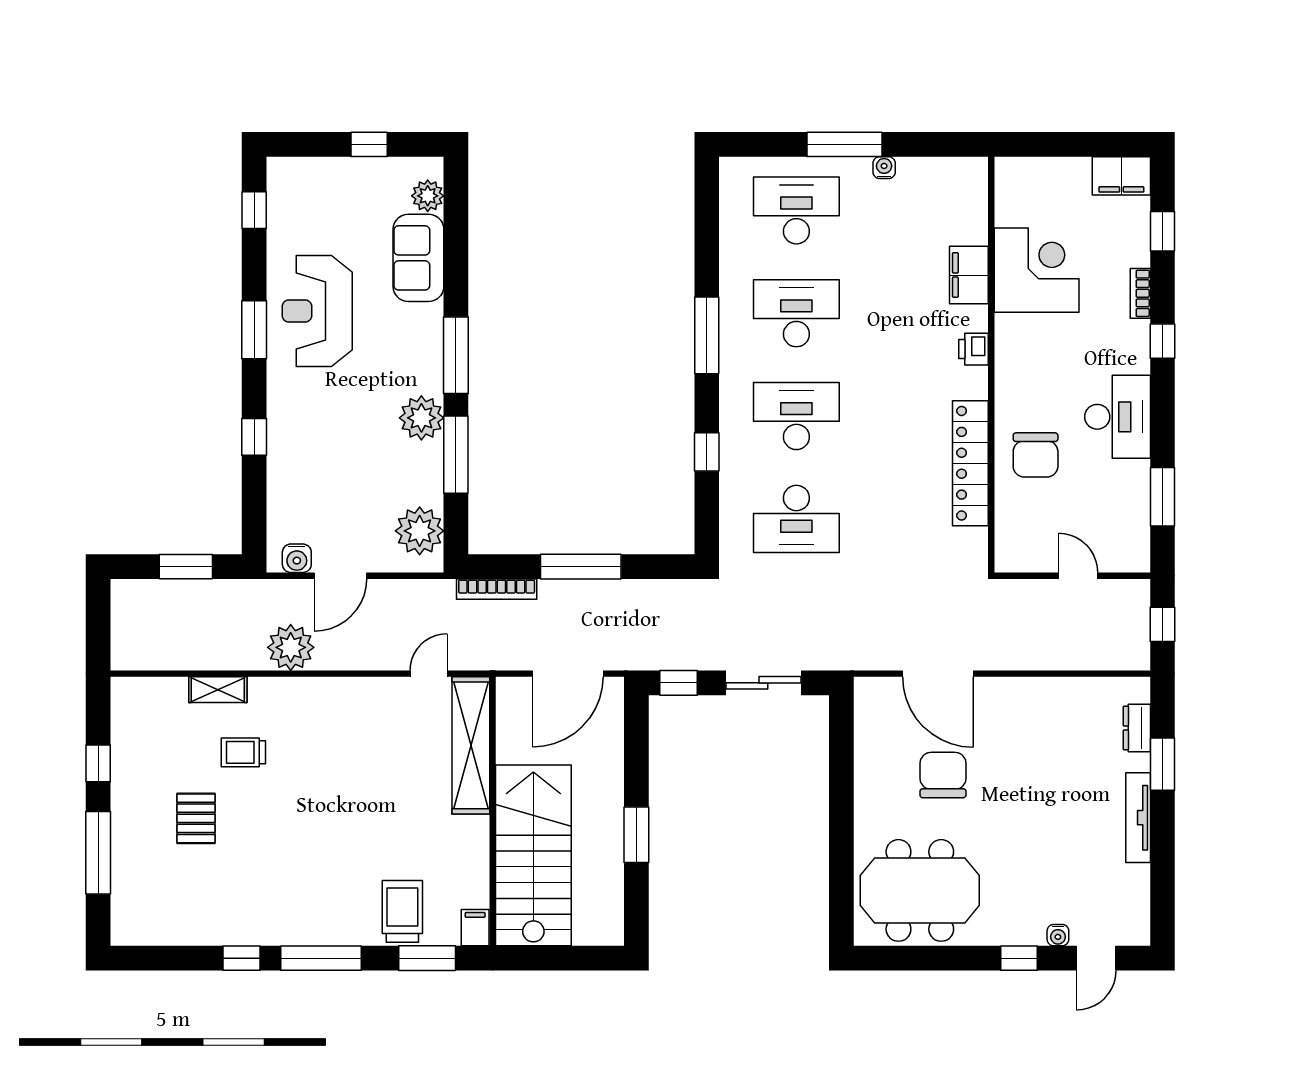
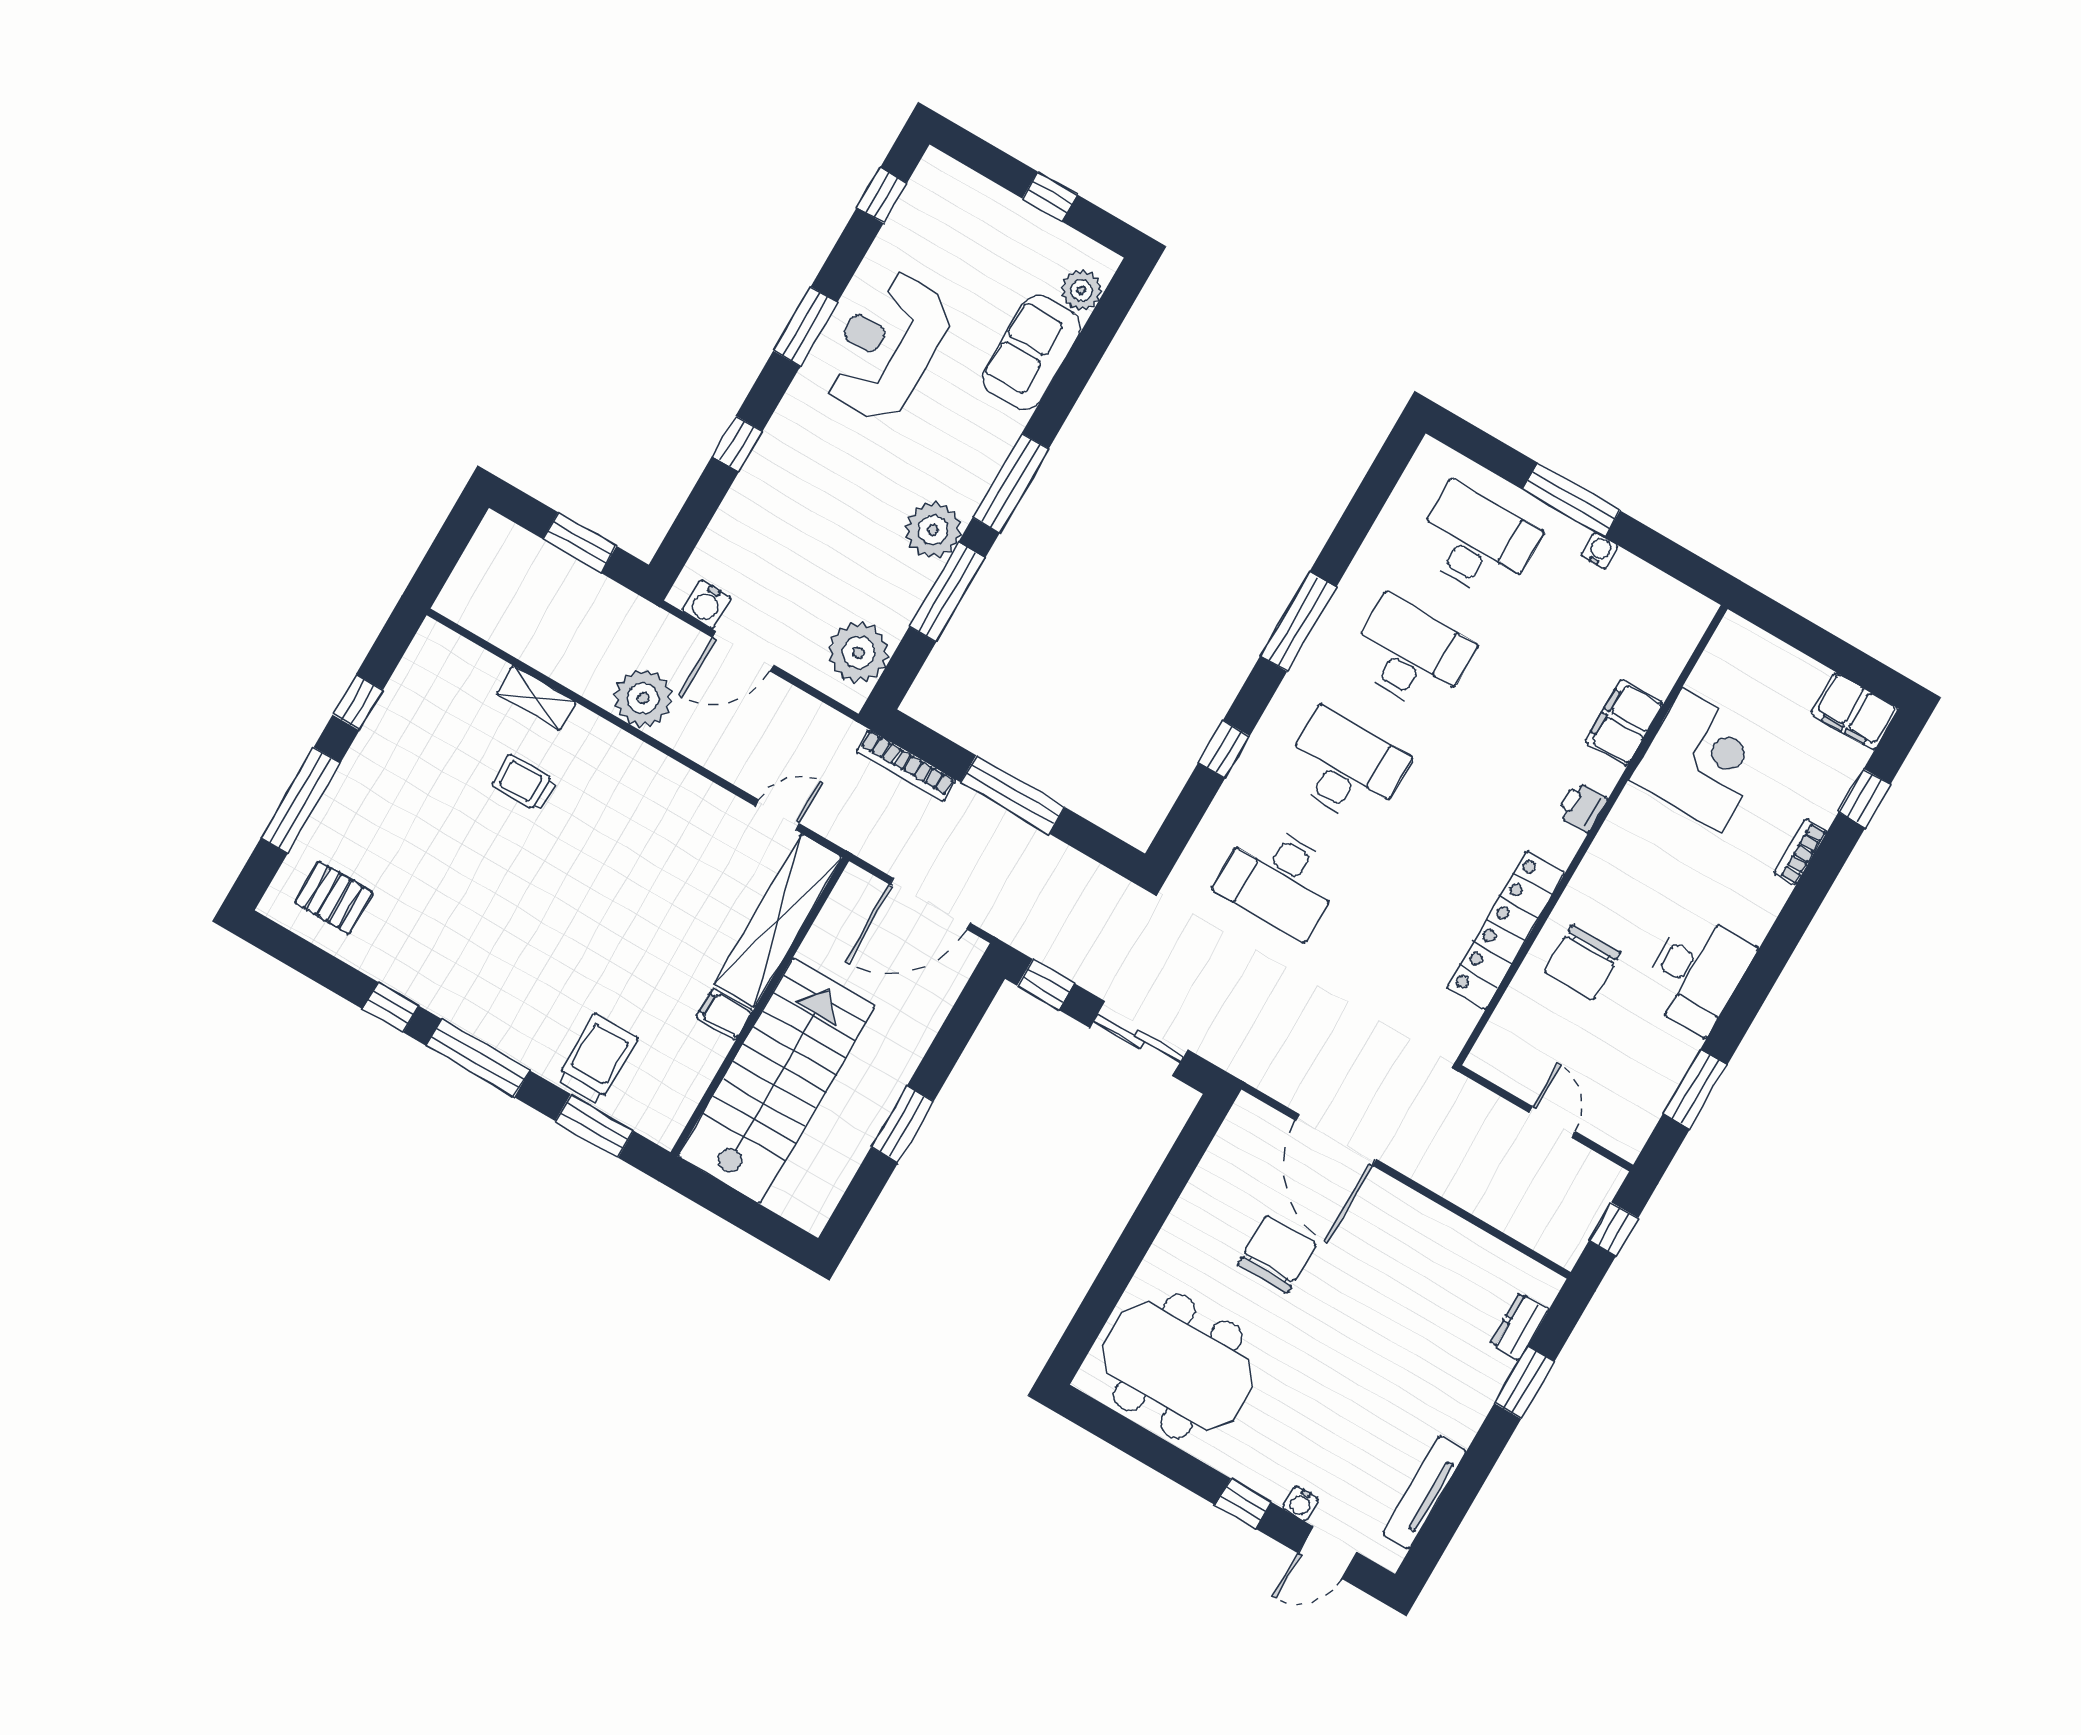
window: (1163, 341) -> (1794, 919), removed
pallet: (196, 818) -> (334, 898), moved, turned 90
tv unit: (1138, 818) -> (1425, 1492), moved
filing cabinet: (475, 928) -> (724, 1014), moved, turned -90

